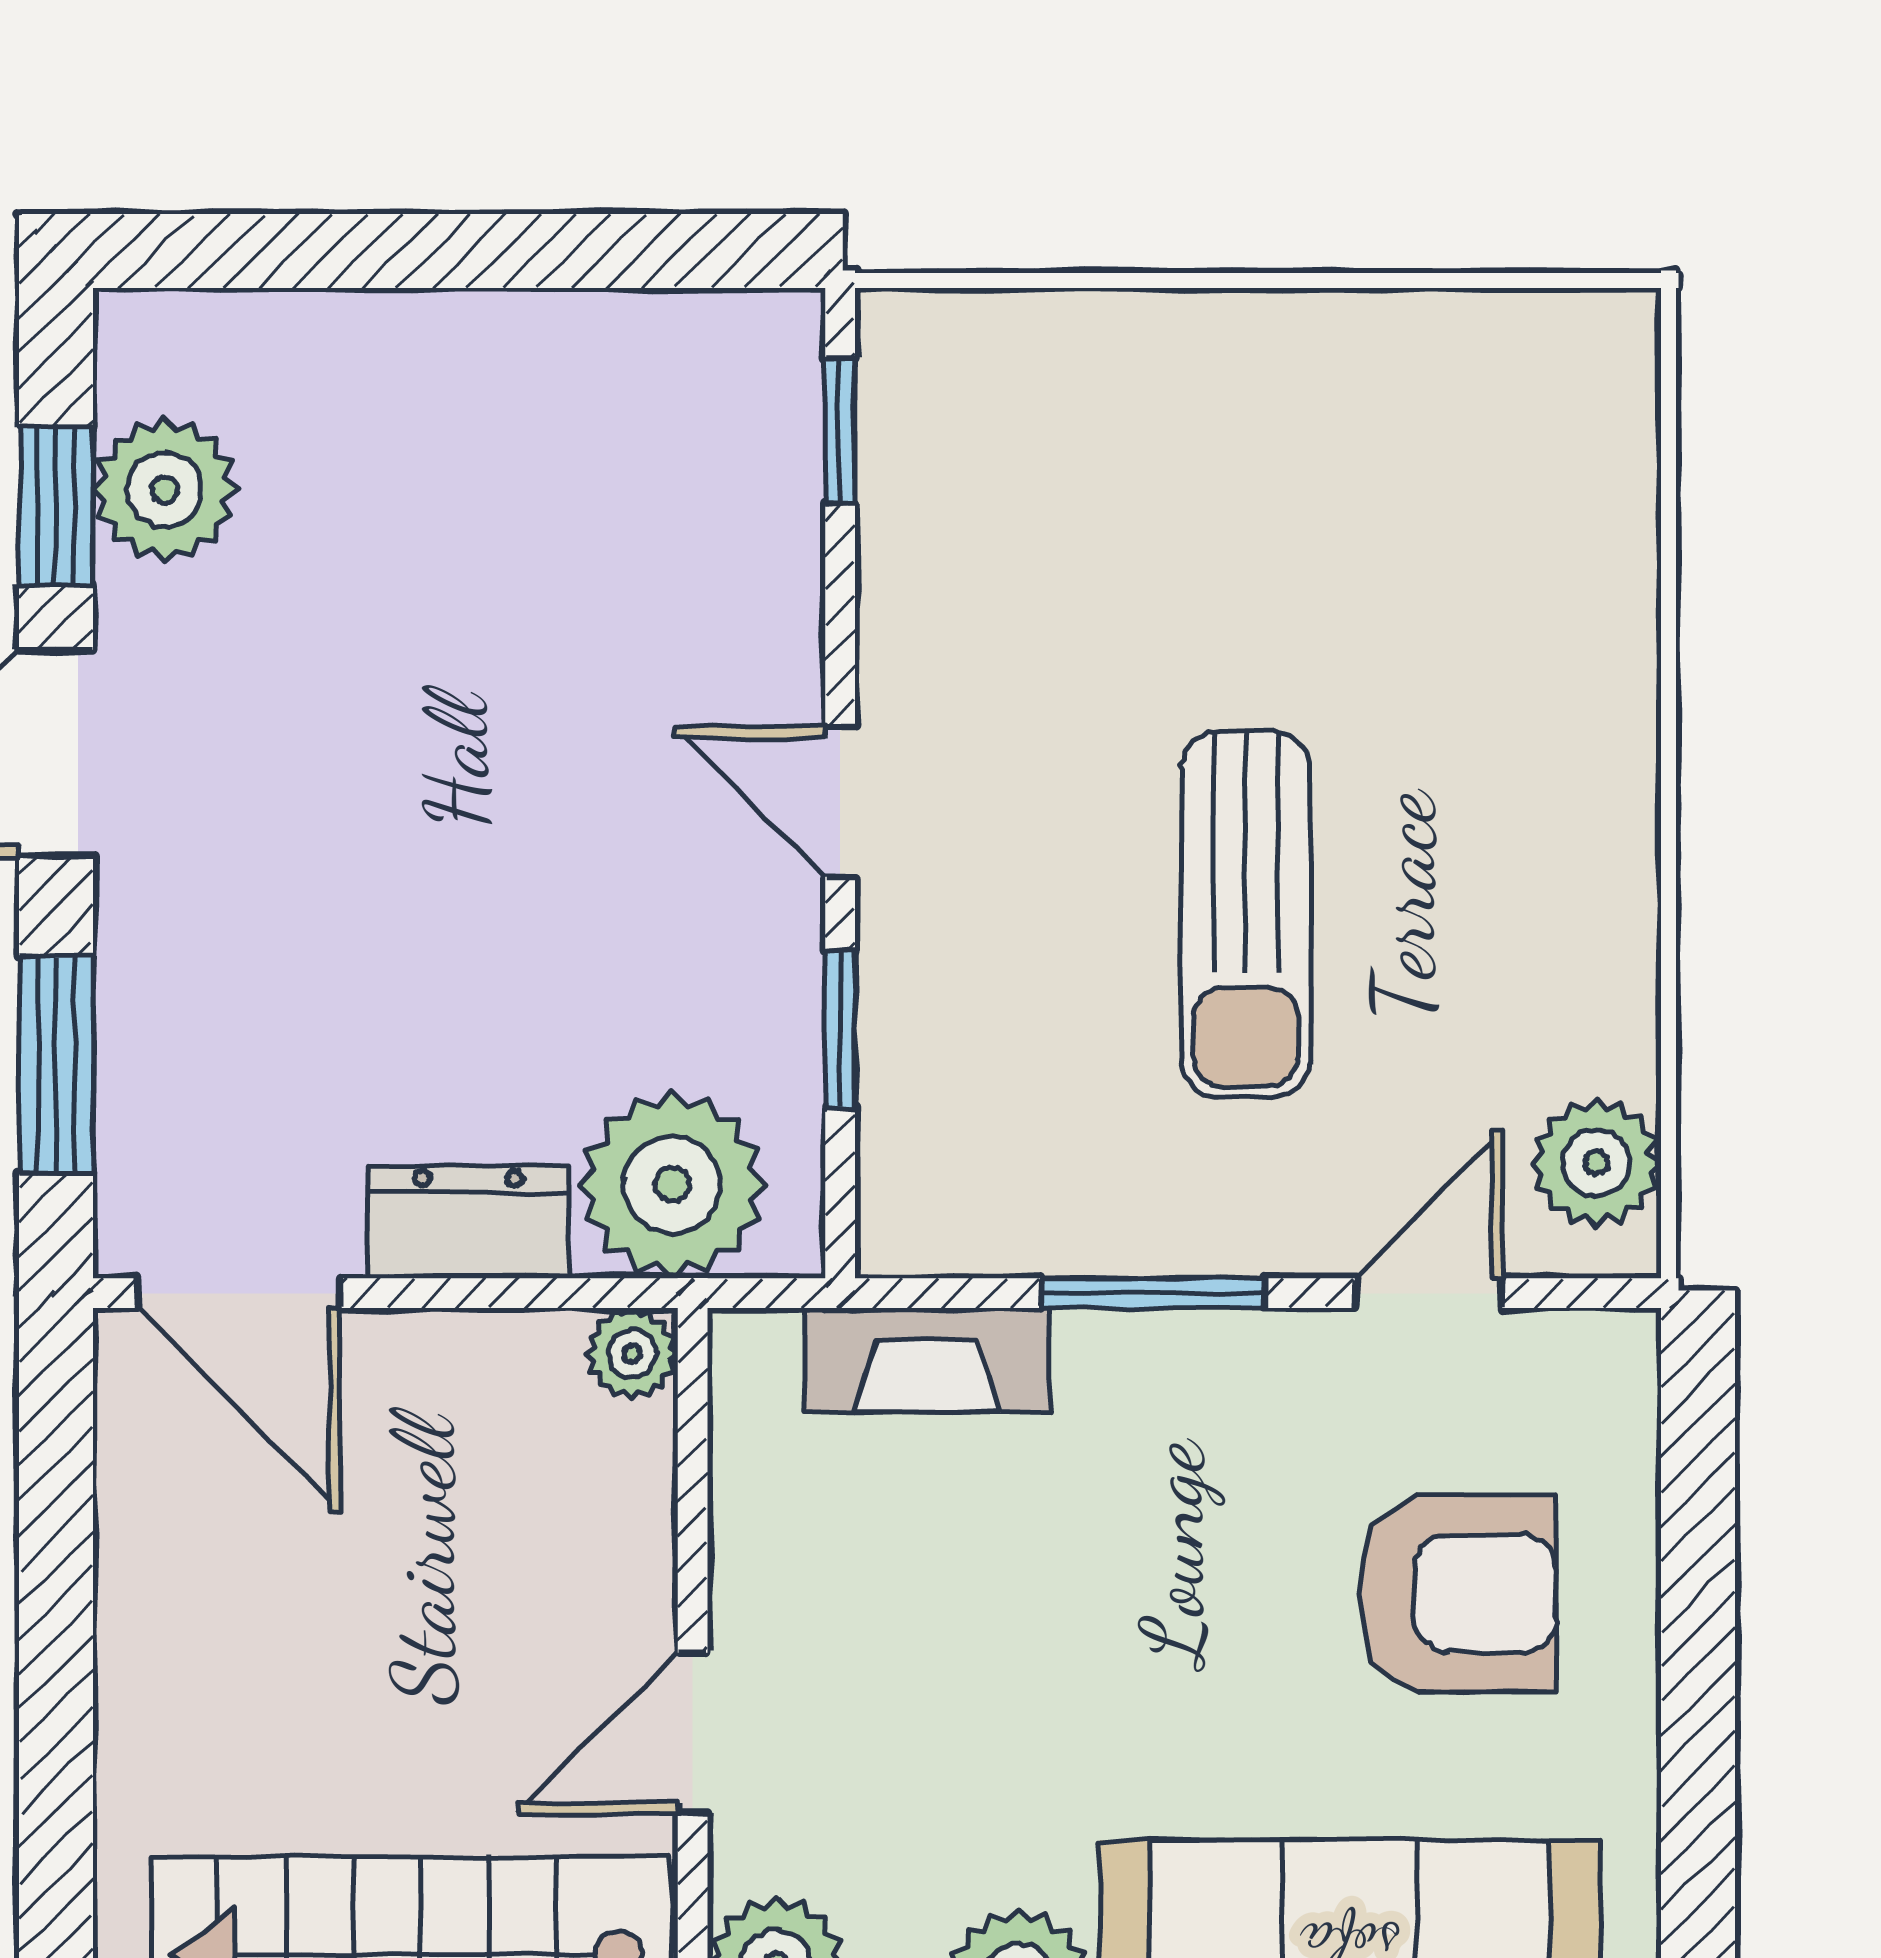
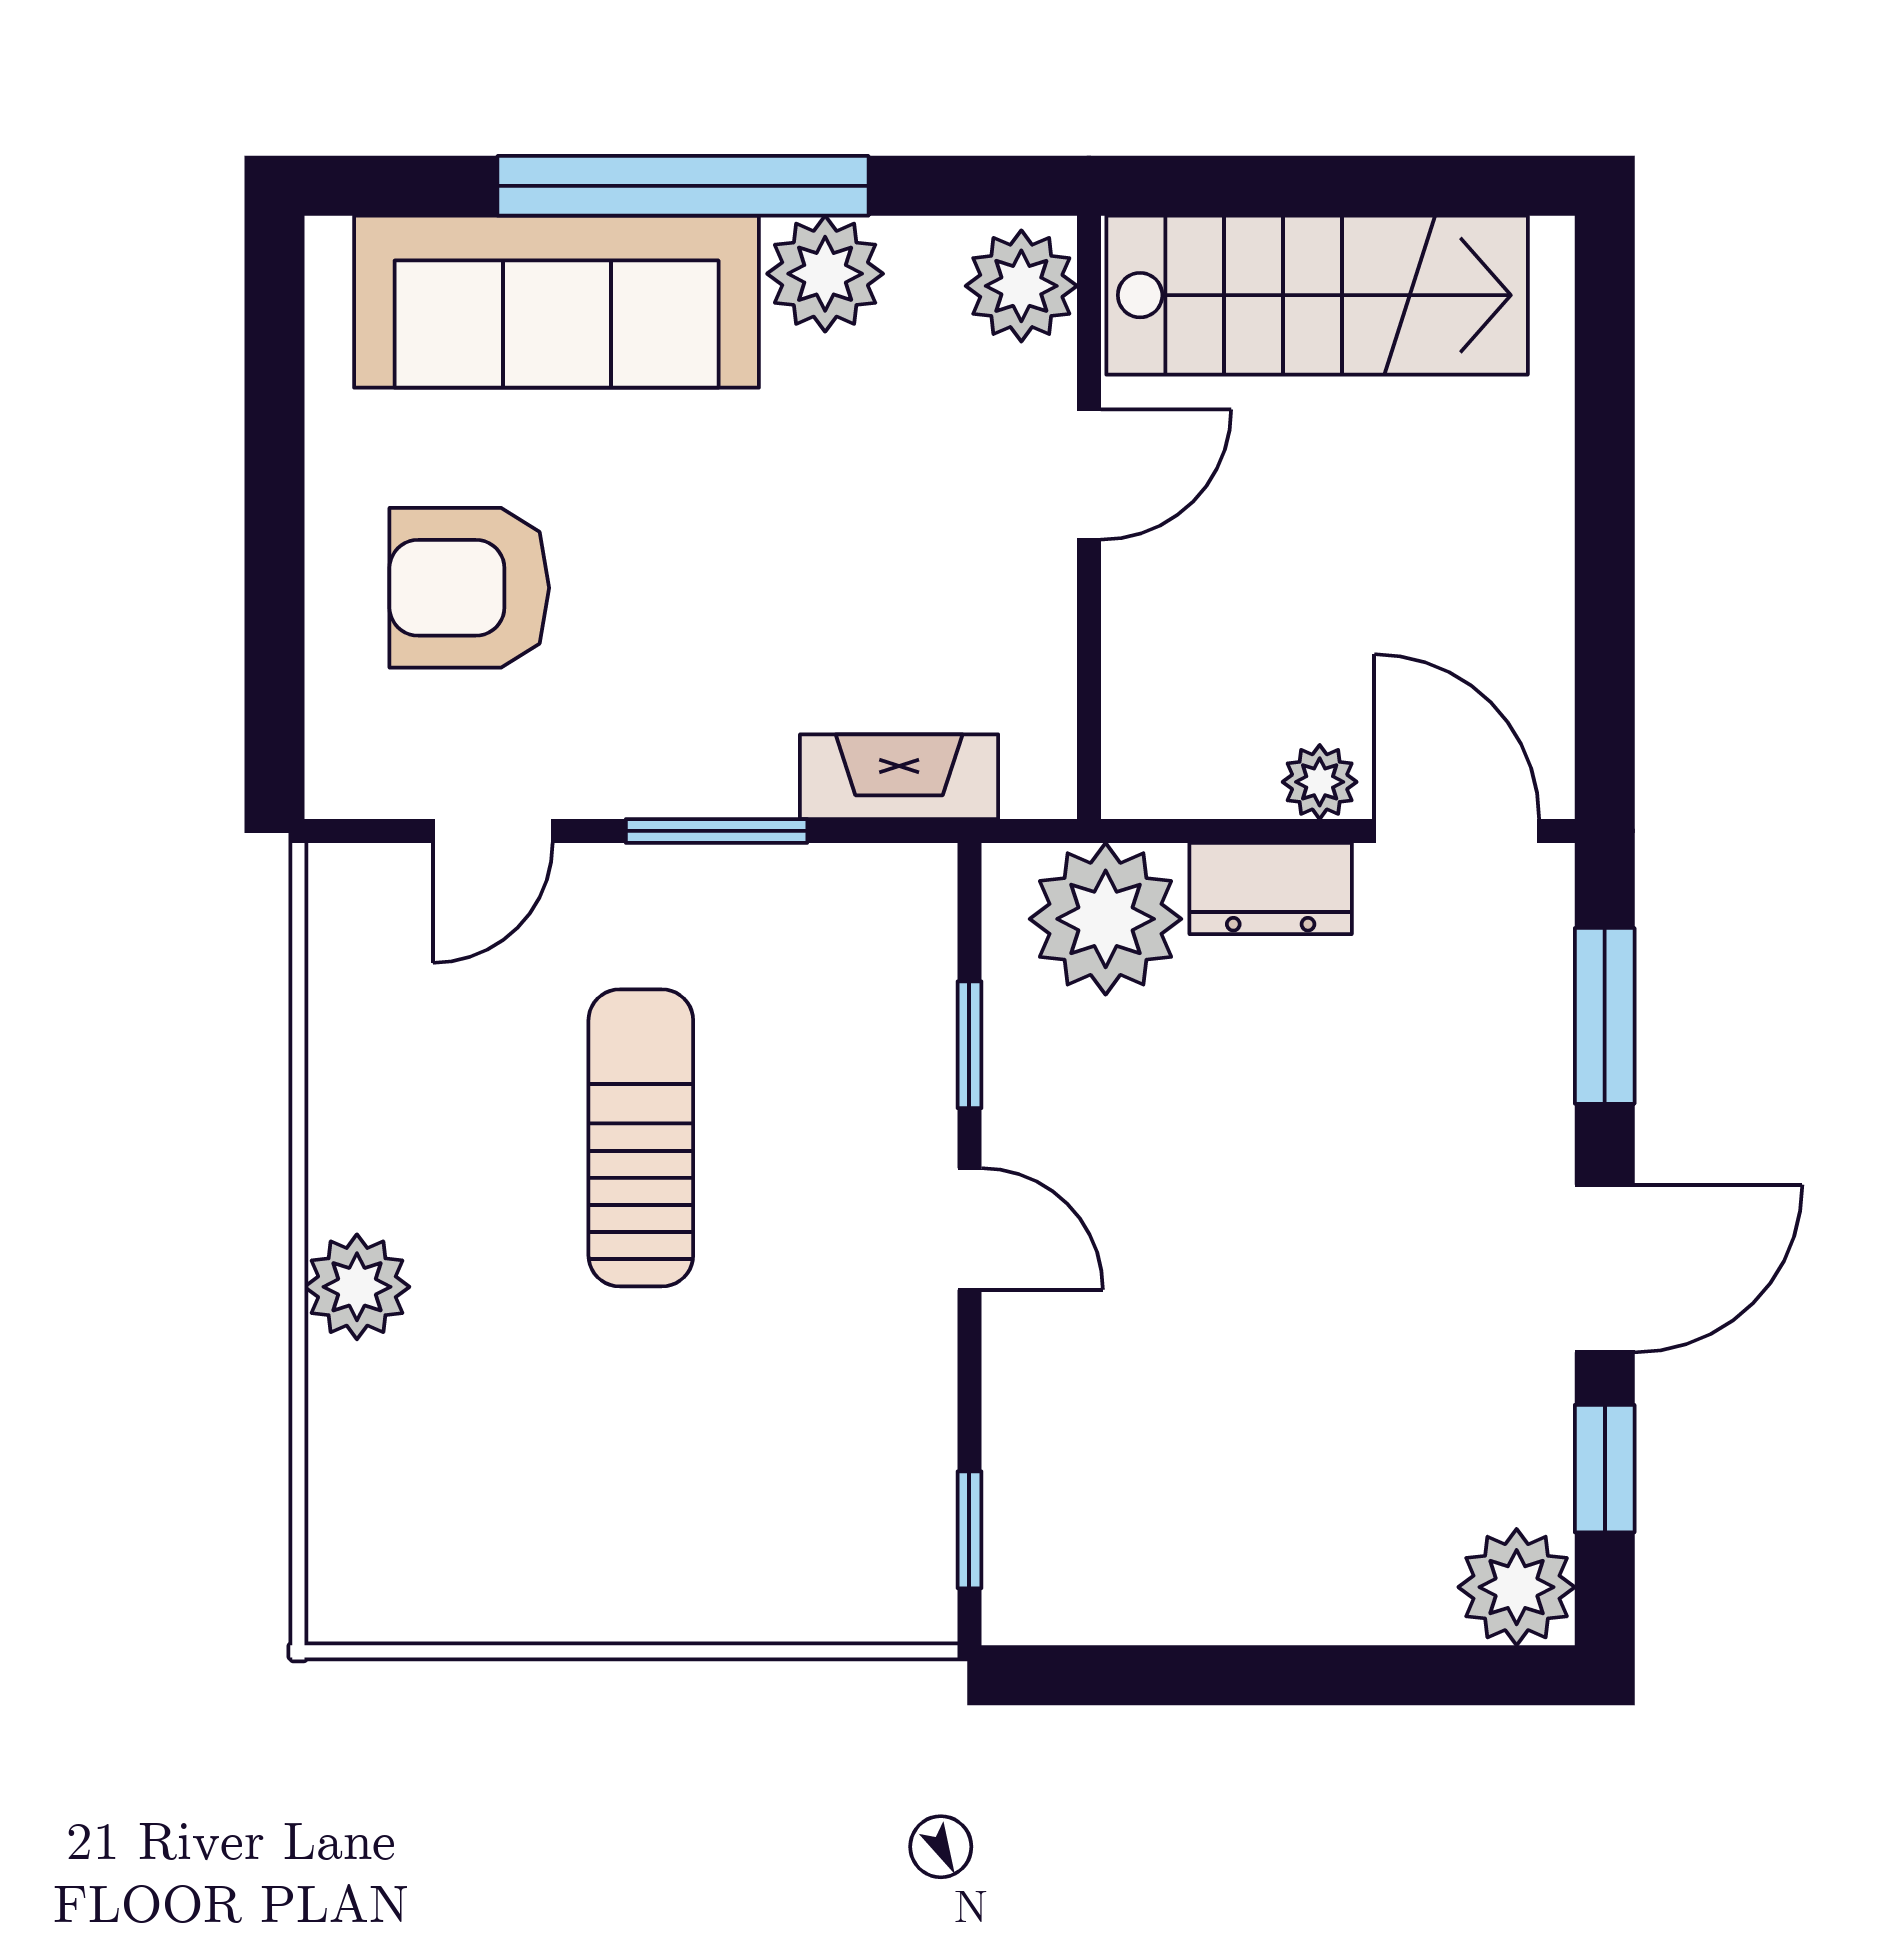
plant: (165, 490) -> (1517, 1587), moved
plant: (1596, 1163) -> (357, 1287), moved
plant: (632, 1354) -> (1320, 782), moved

